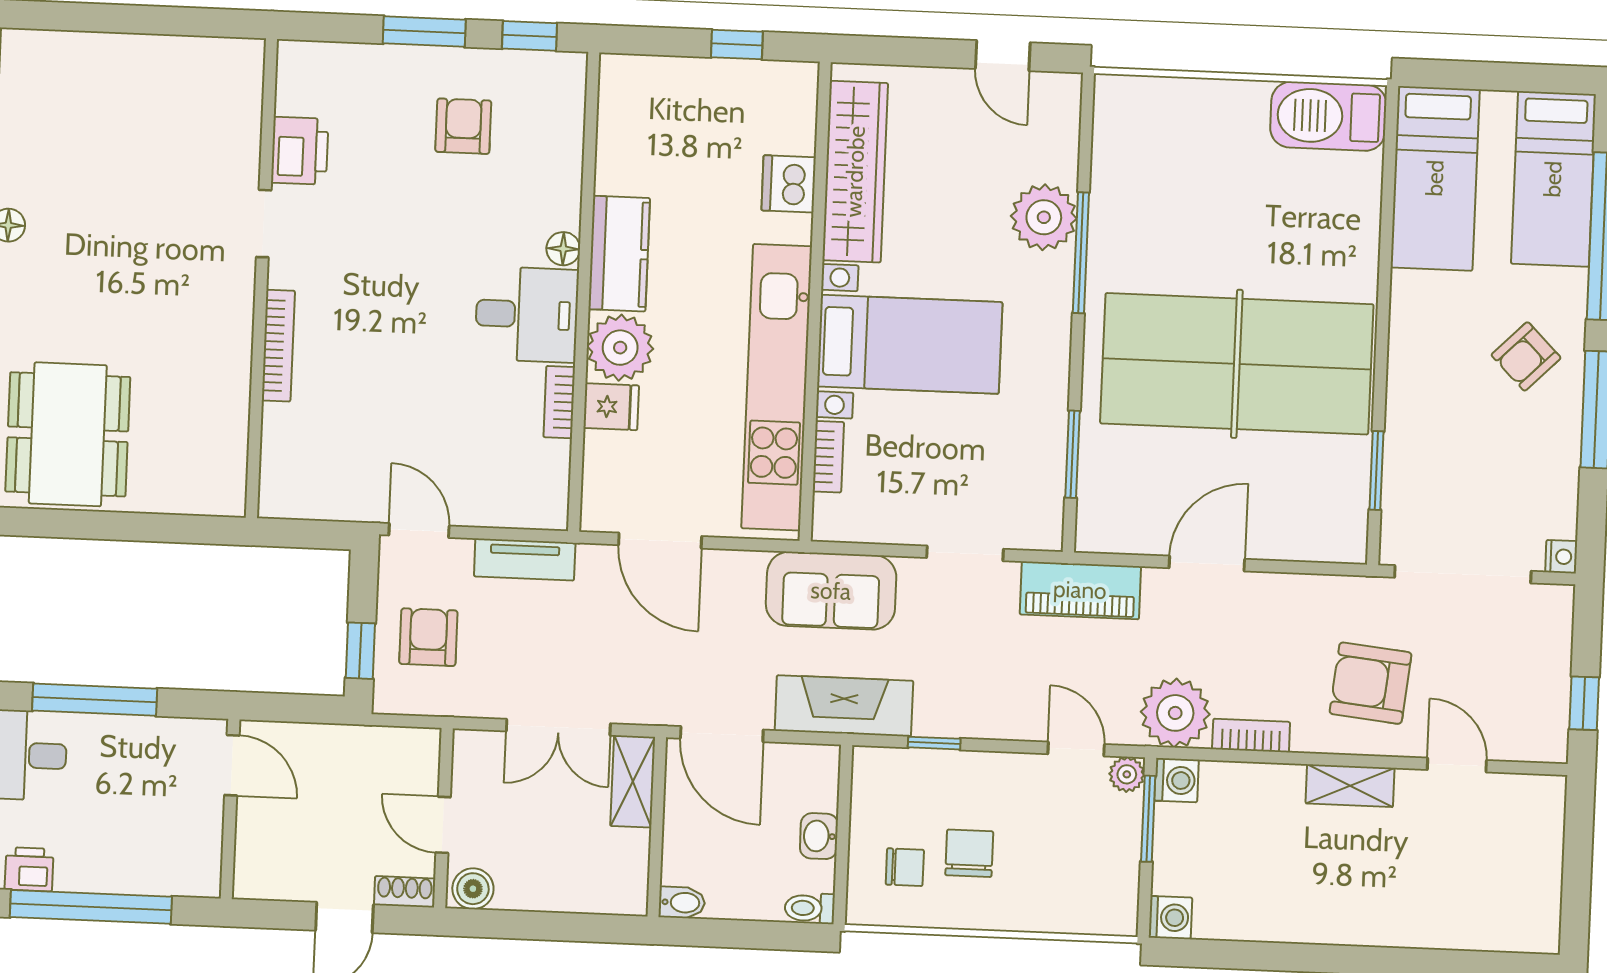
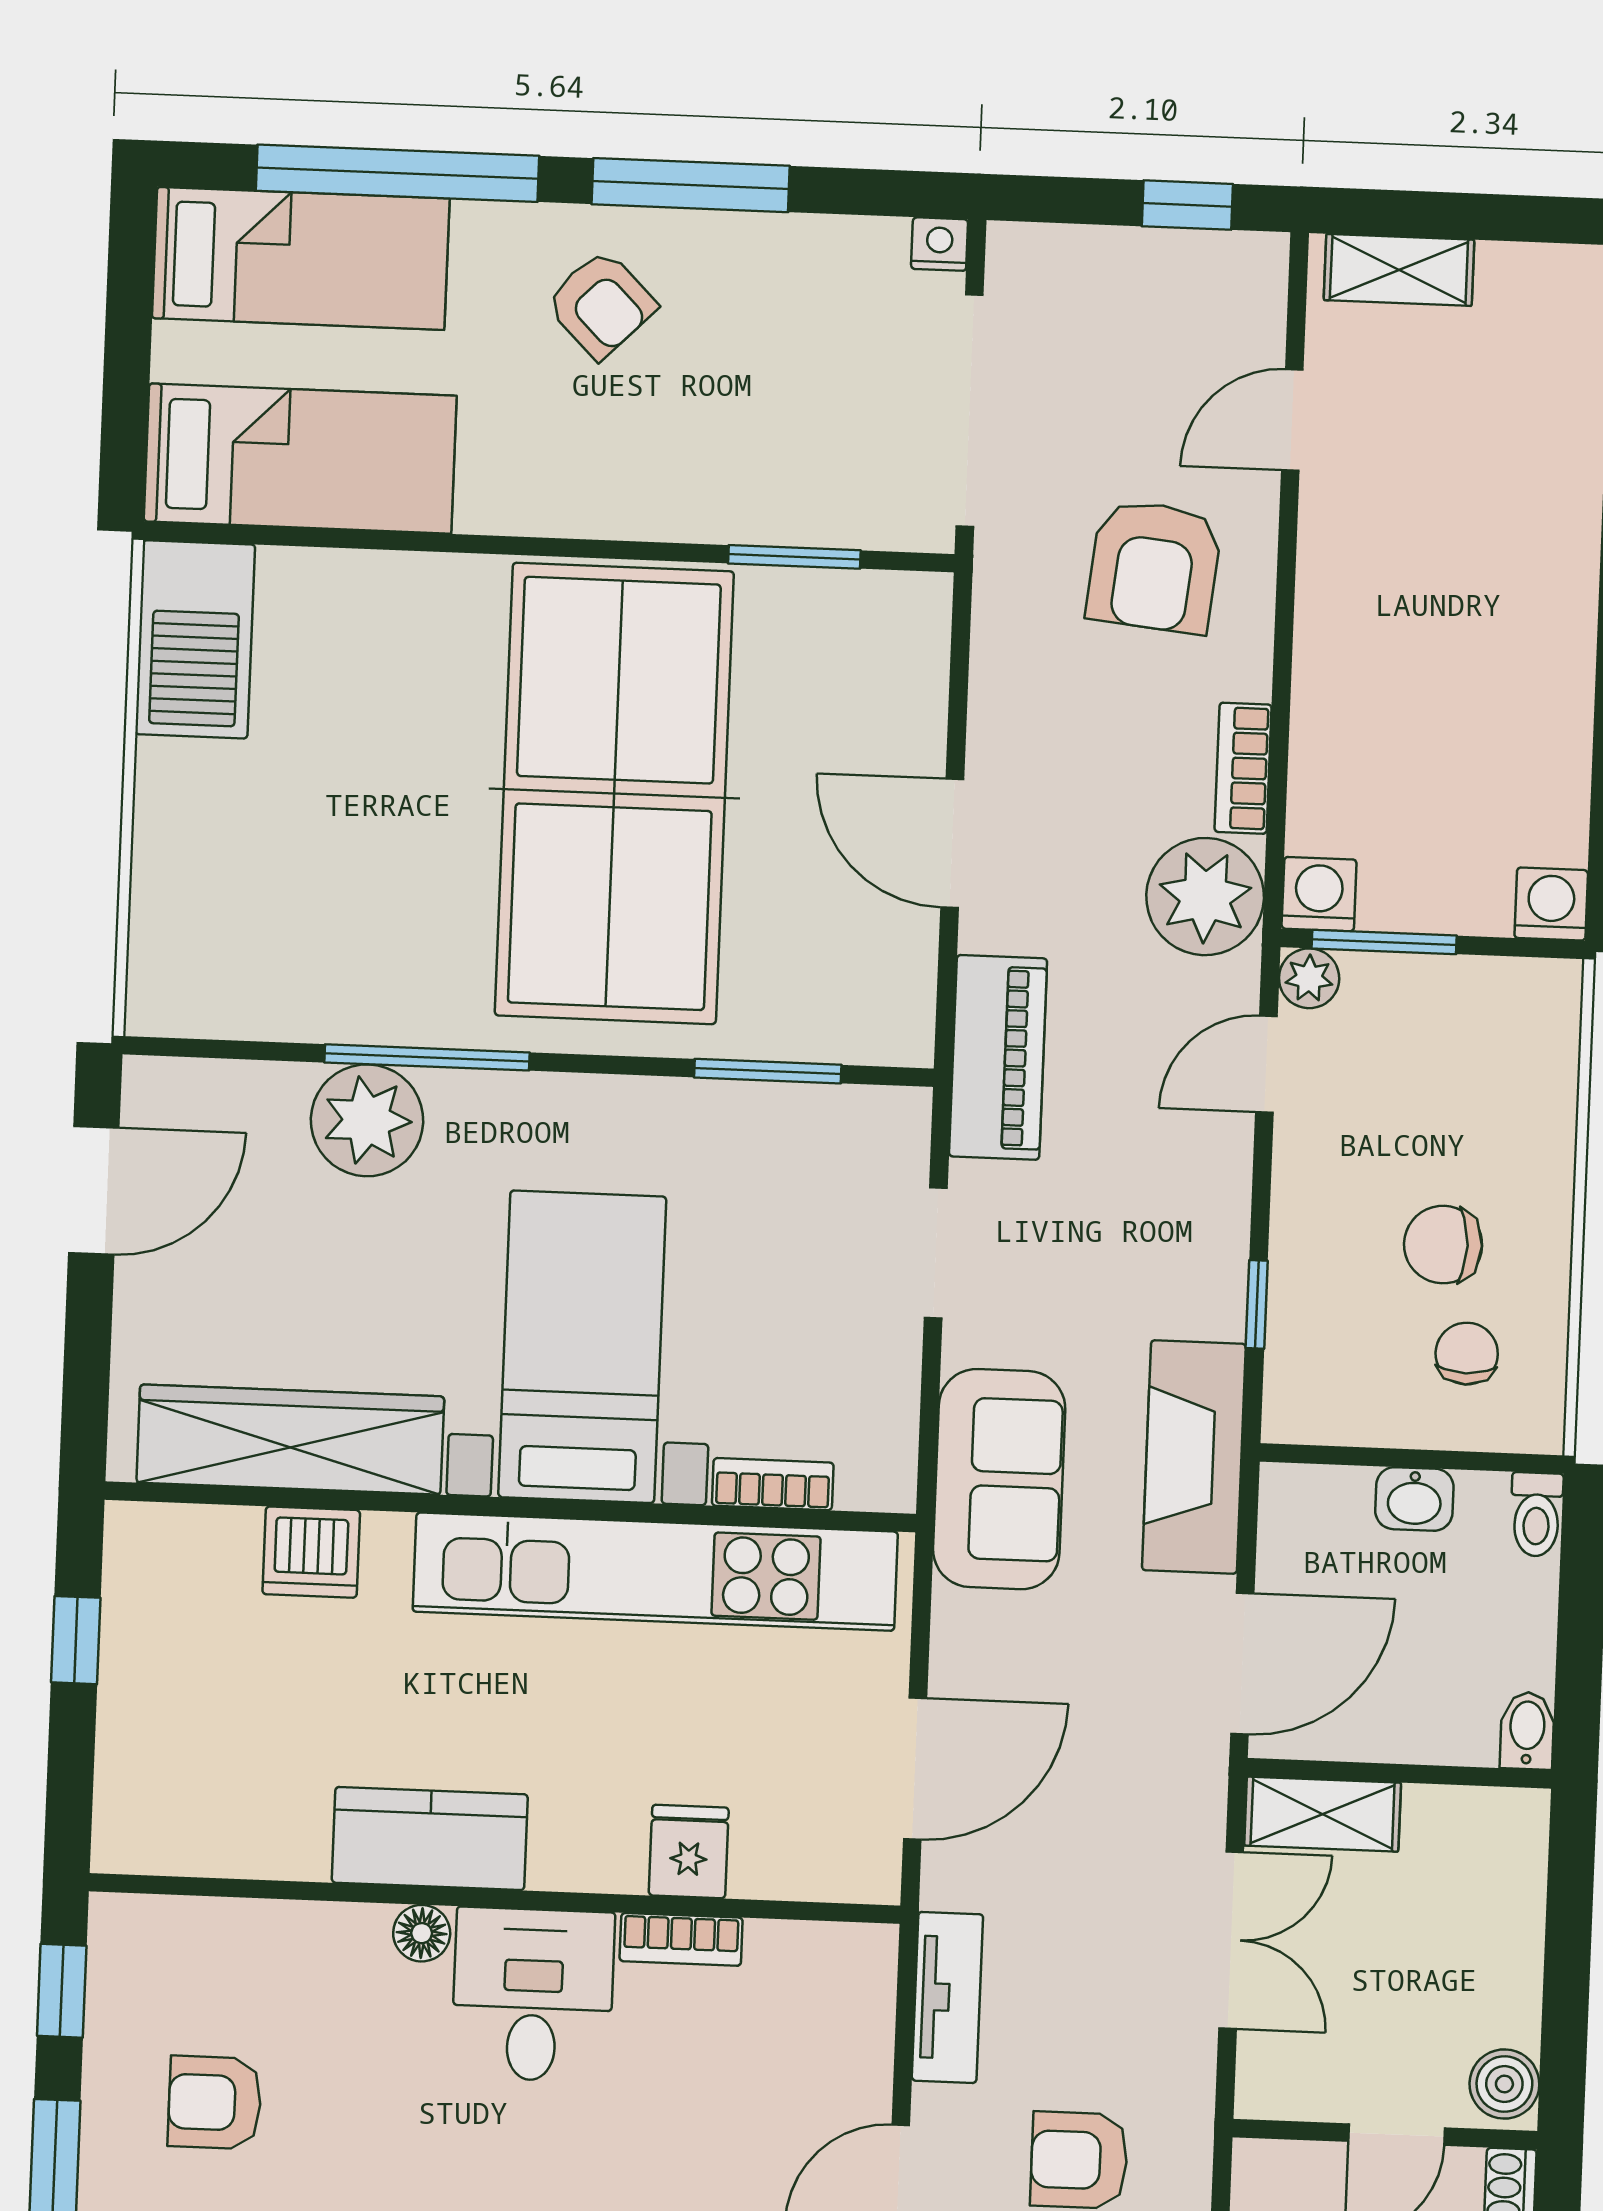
door: (1003, 56) -> (94, 1190), width x1.38
plant: (620, 348) -> (589, 1837), removed
shelving: (1350, 786) -> (1399, 270), moved, turned 90

